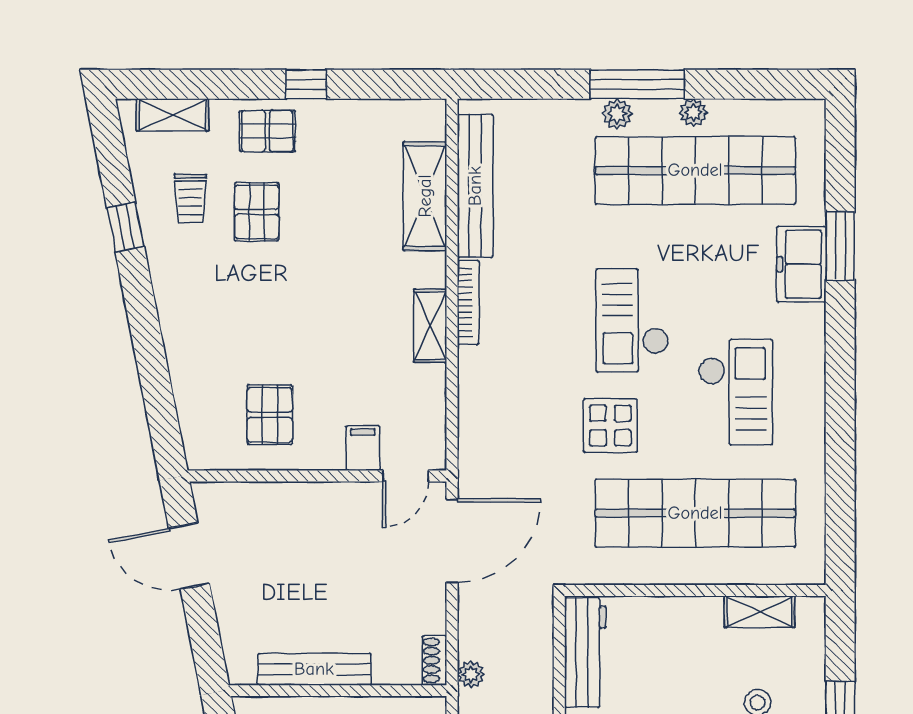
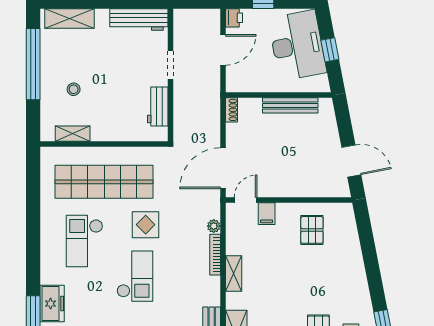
bookcase: (468, 302) -> (215, 255), moved
workbench: (585, 652) -> (158, 106), width x0.73
plant: (471, 674) -> (214, 226), moved

